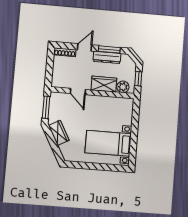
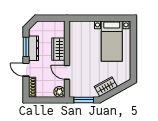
window: (138, 79) -> (51, 18), removed
plant: (123, 87) -> (59, 92), moved
door: (78, 91) -> (67, 72), swing flipped

